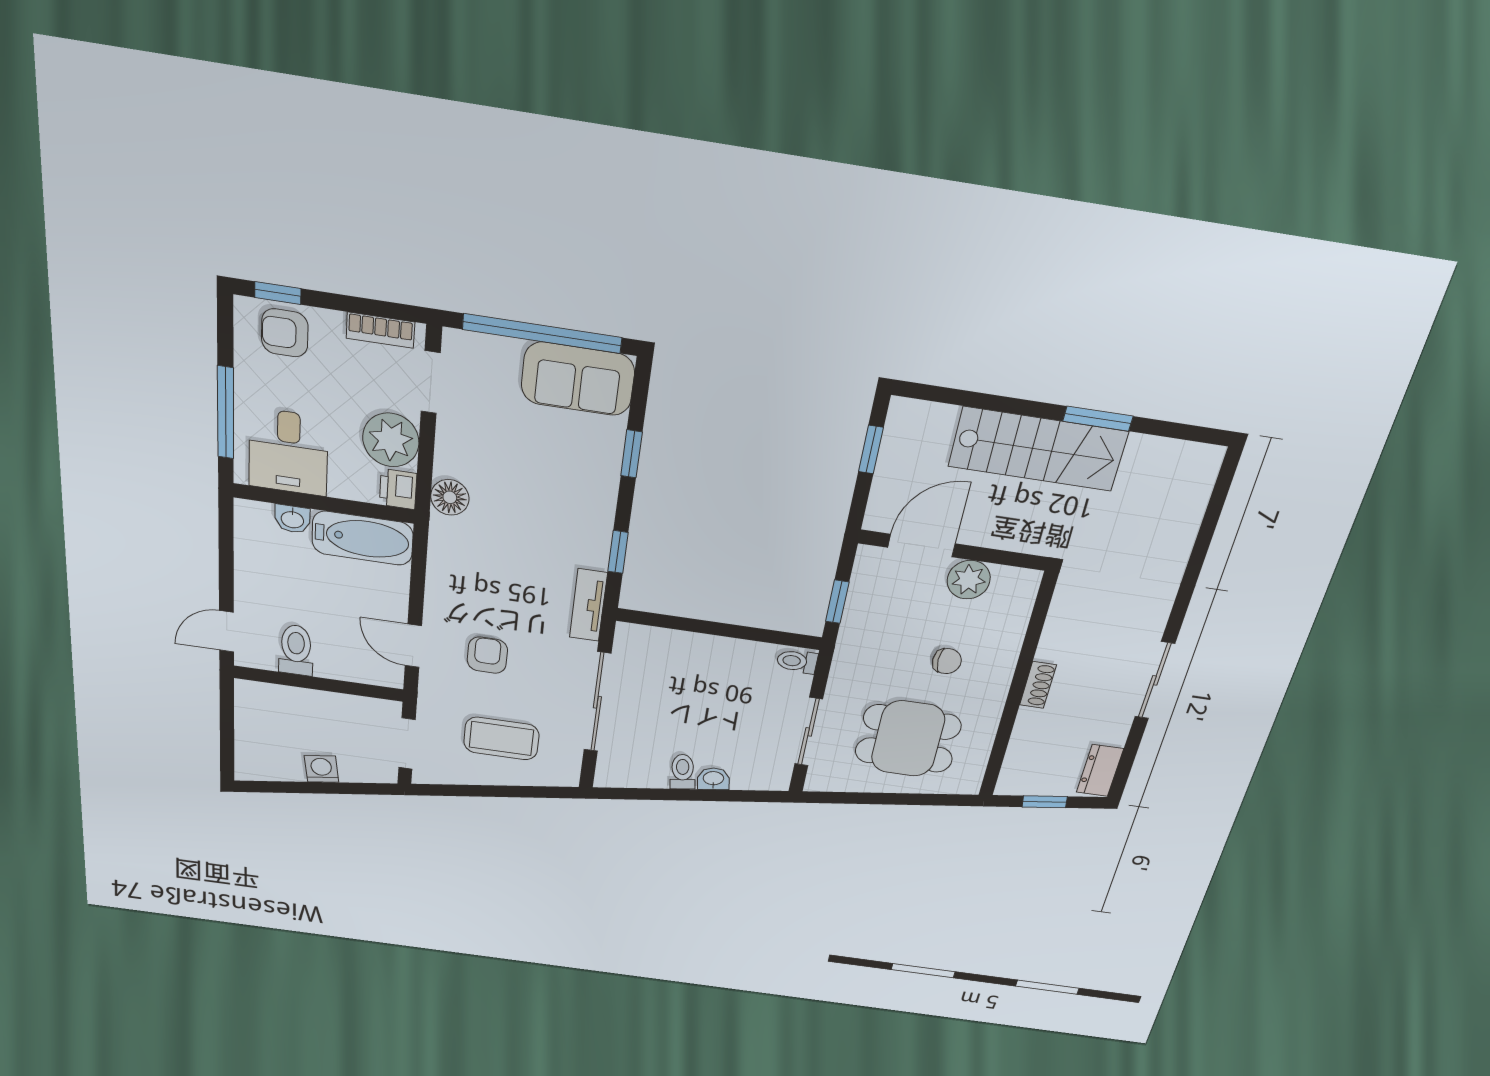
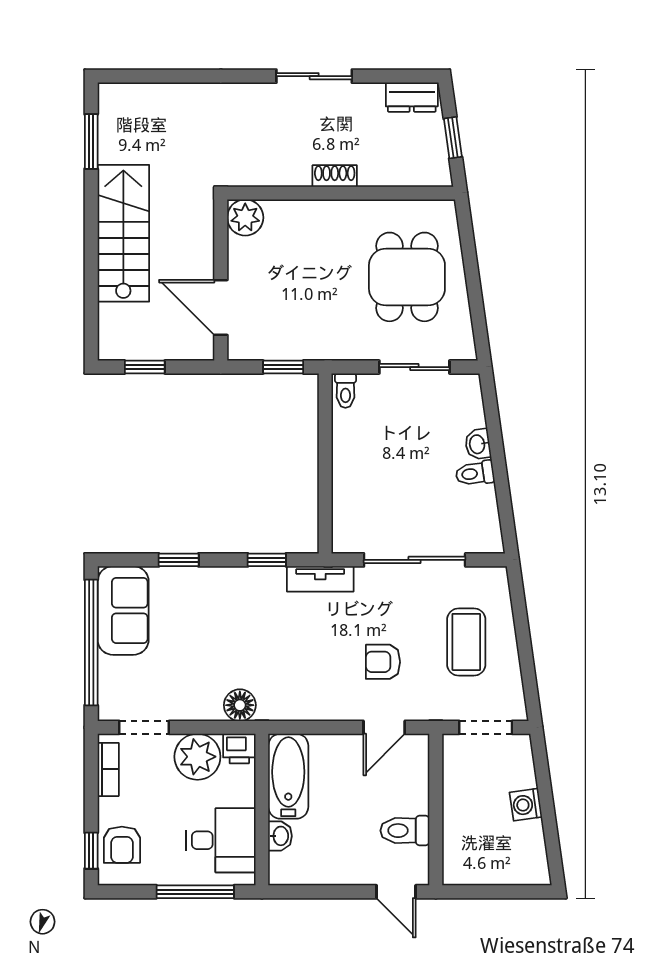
window: (1098, 419) -> (91, 142), moved
plant: (969, 580) -> (245, 218), moved
chair: (947, 661) -> (324, 261), removed

